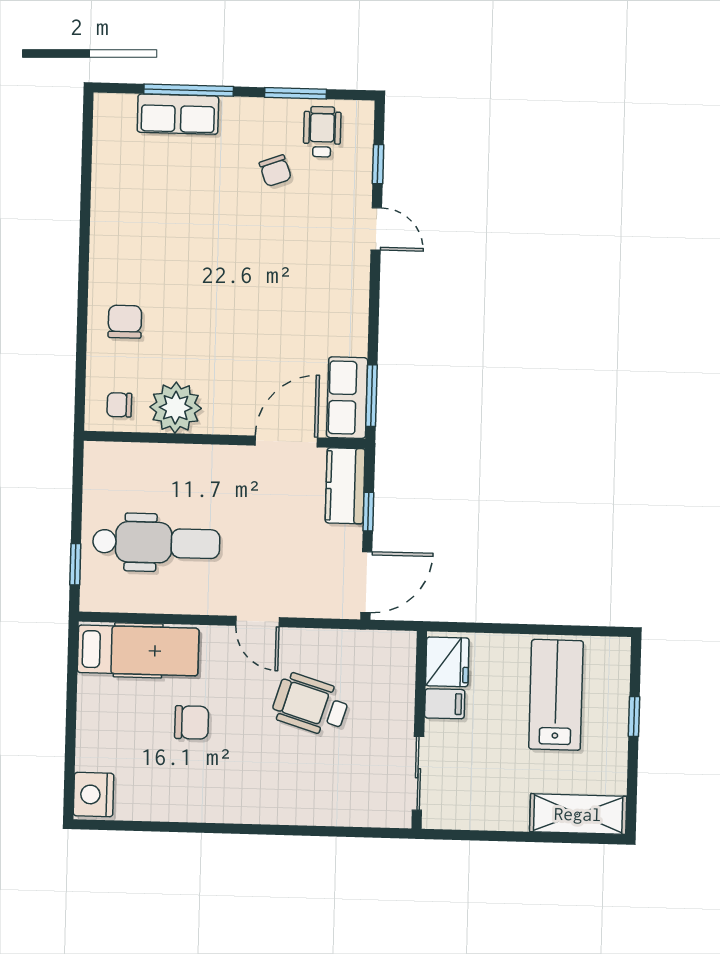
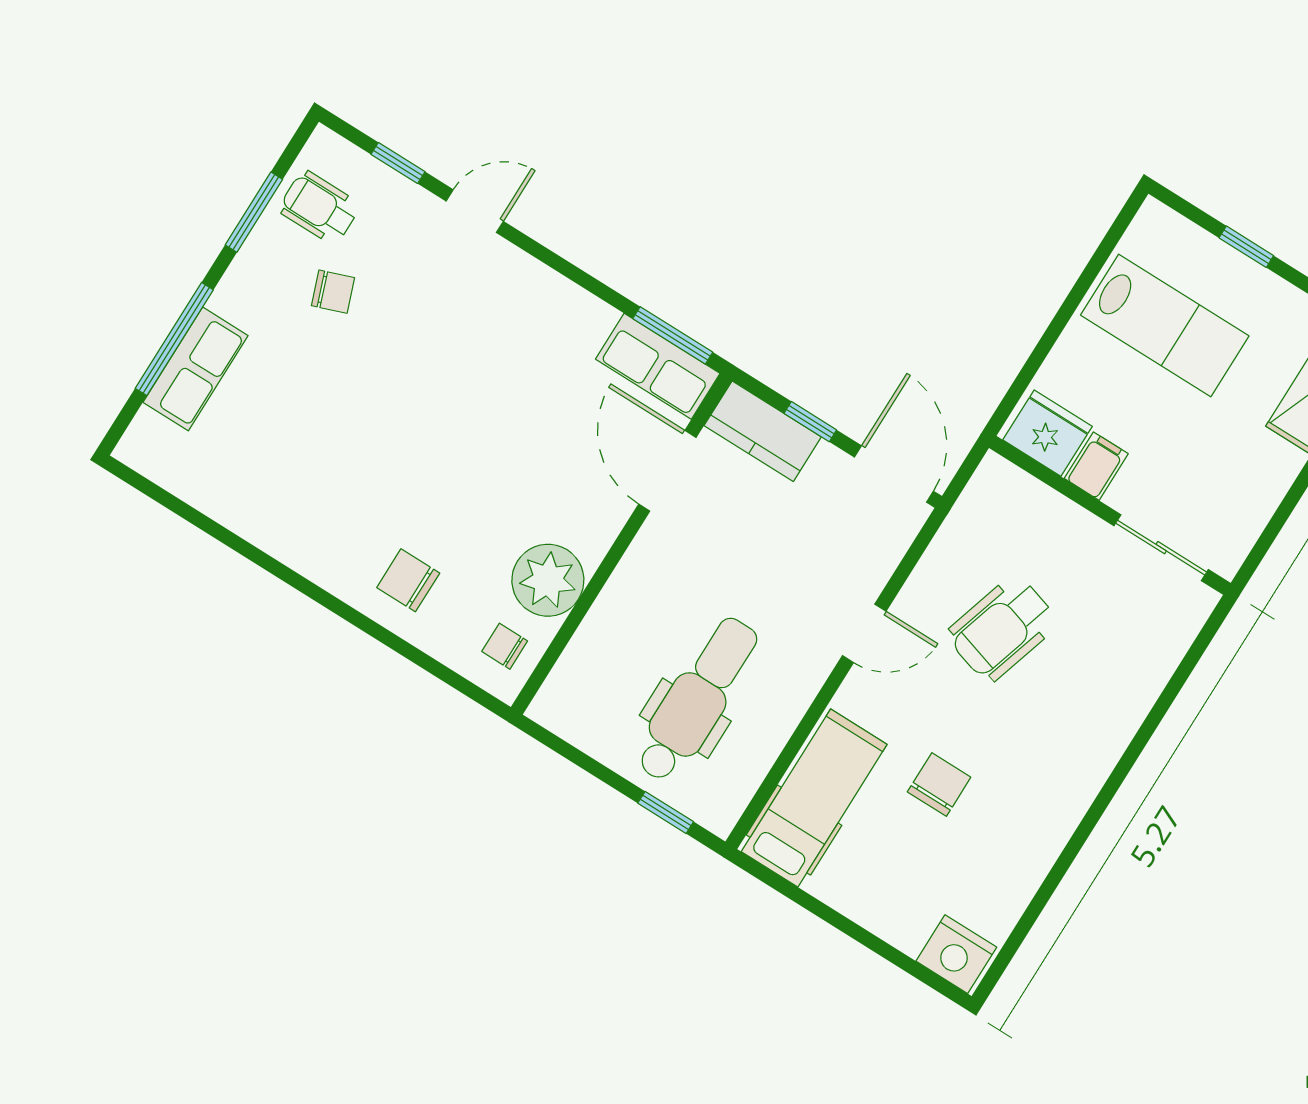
chair: (119, 405) -> (505, 646), turned 90
lab bench: (556, 695) -> (1165, 325), turned 180

